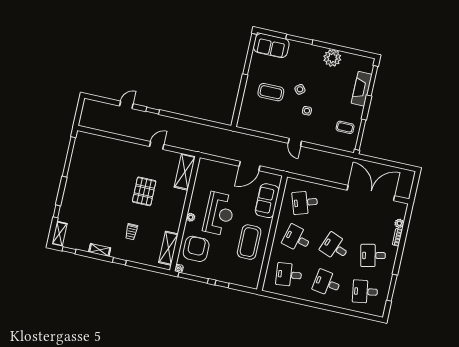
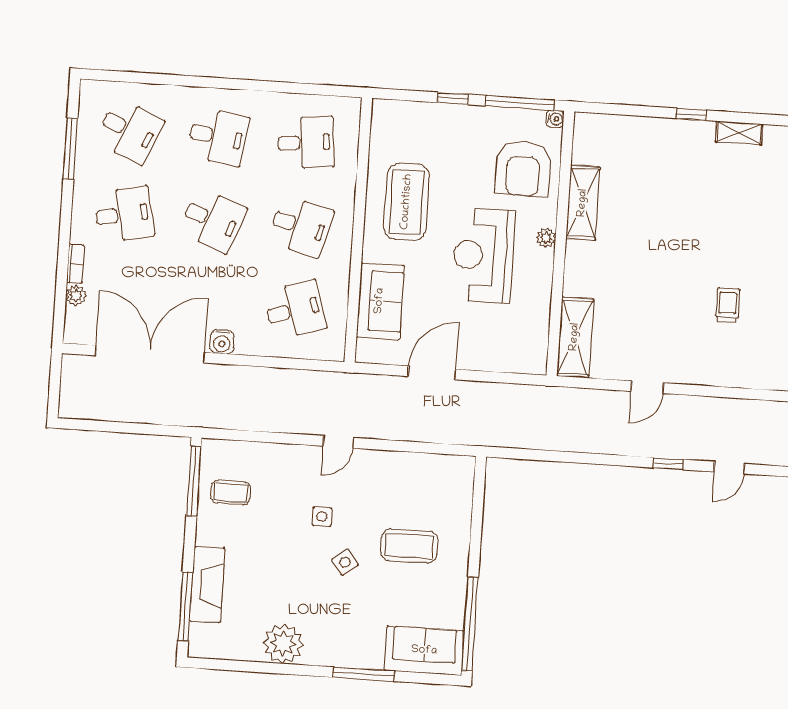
door: (295, 142) -> (338, 442), swing flipped
pallet: (144, 191) -> (660, 280), removed
water cooler: (339, 193) -> (222, 342), added
double door: (371, 193) -> (150, 354), swing flipped
trolley: (131, 232) -> (728, 305), moved
shelving: (168, 248) -> (583, 203), moved
desk: (365, 292) -> (129, 131), turned 33

